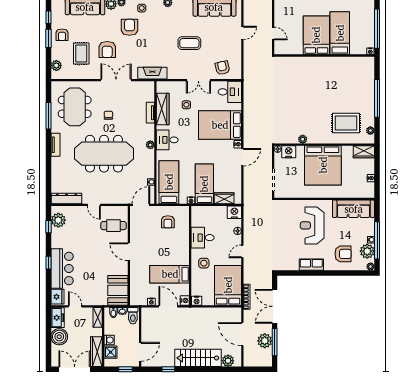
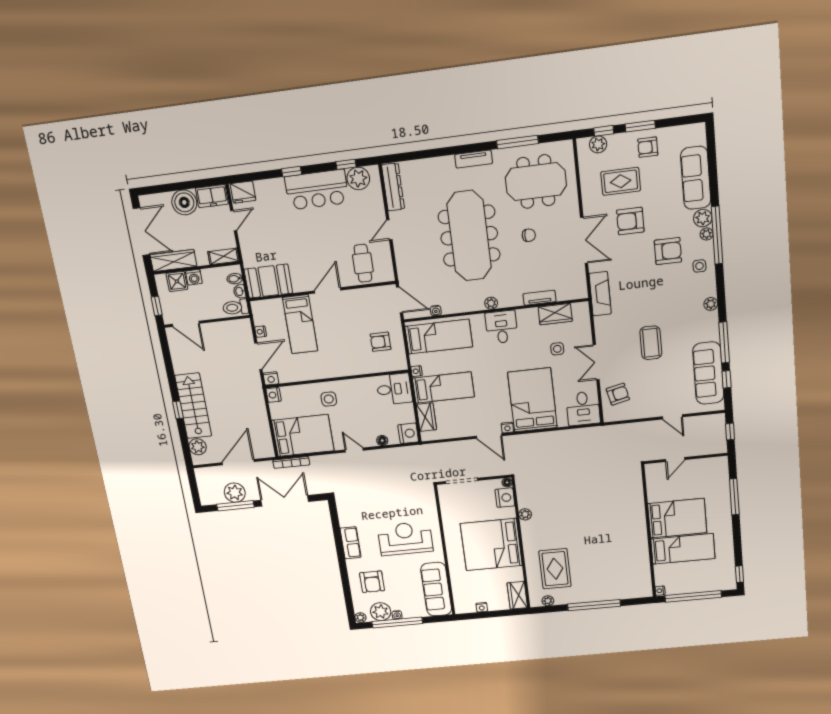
window: (48, 17) -> (604, 131), moved
wardrobe: (163, 109) -> (555, 314), width x0.67
desk: (203, 238) -> (394, 389), moved, turned 90
bar counter: (62, 269) -> (317, 190), moved
bed: (170, 274) -> (300, 324), moved, turned 180
window: (168, 369) -> (178, 410), moved

